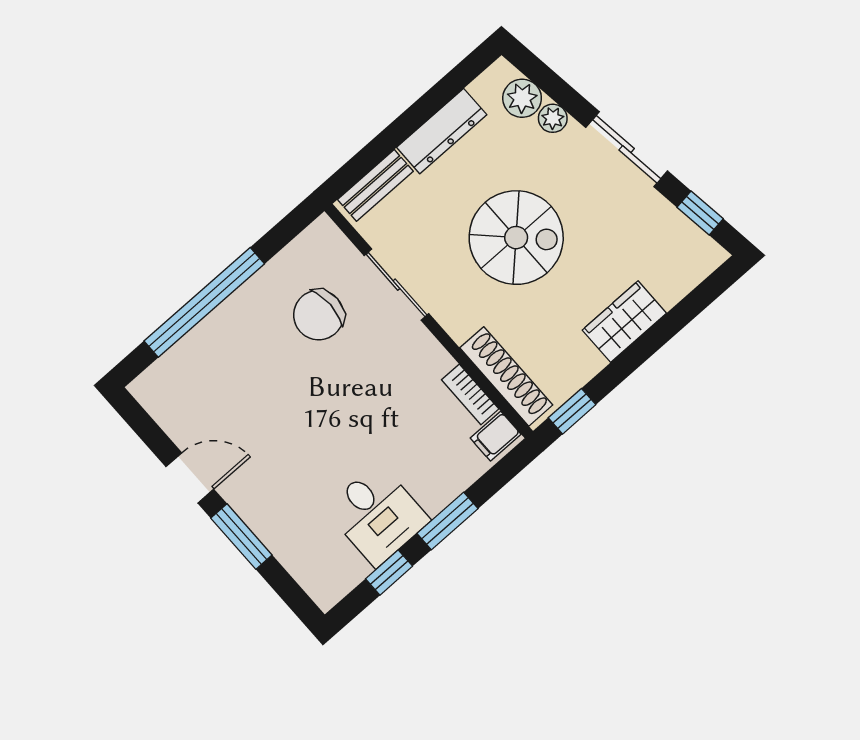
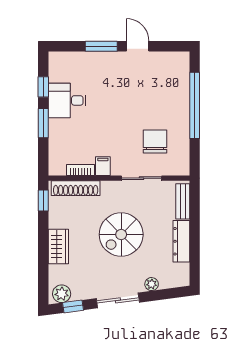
plant: (522, 98) -> (62, 294), moved
filing cabinet: (496, 436) -> (103, 166), moved
door: (190, 478) -> (138, 46), swing flipped

